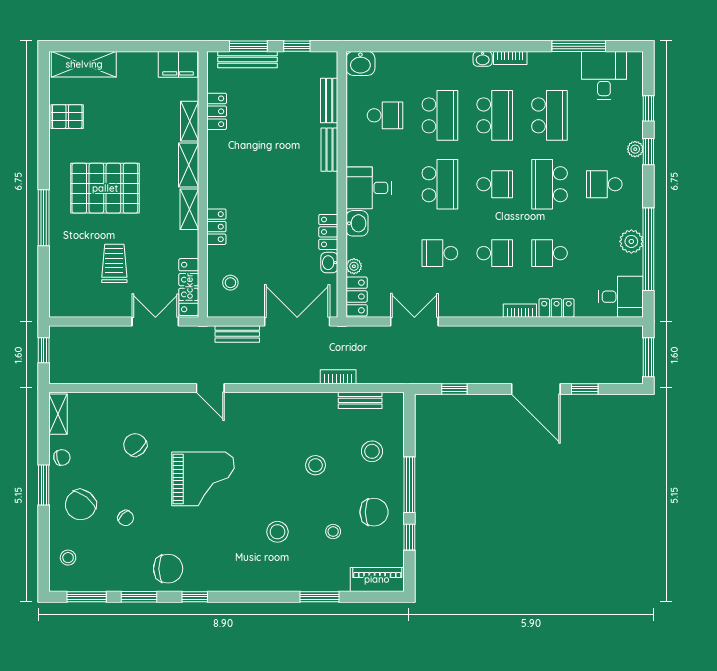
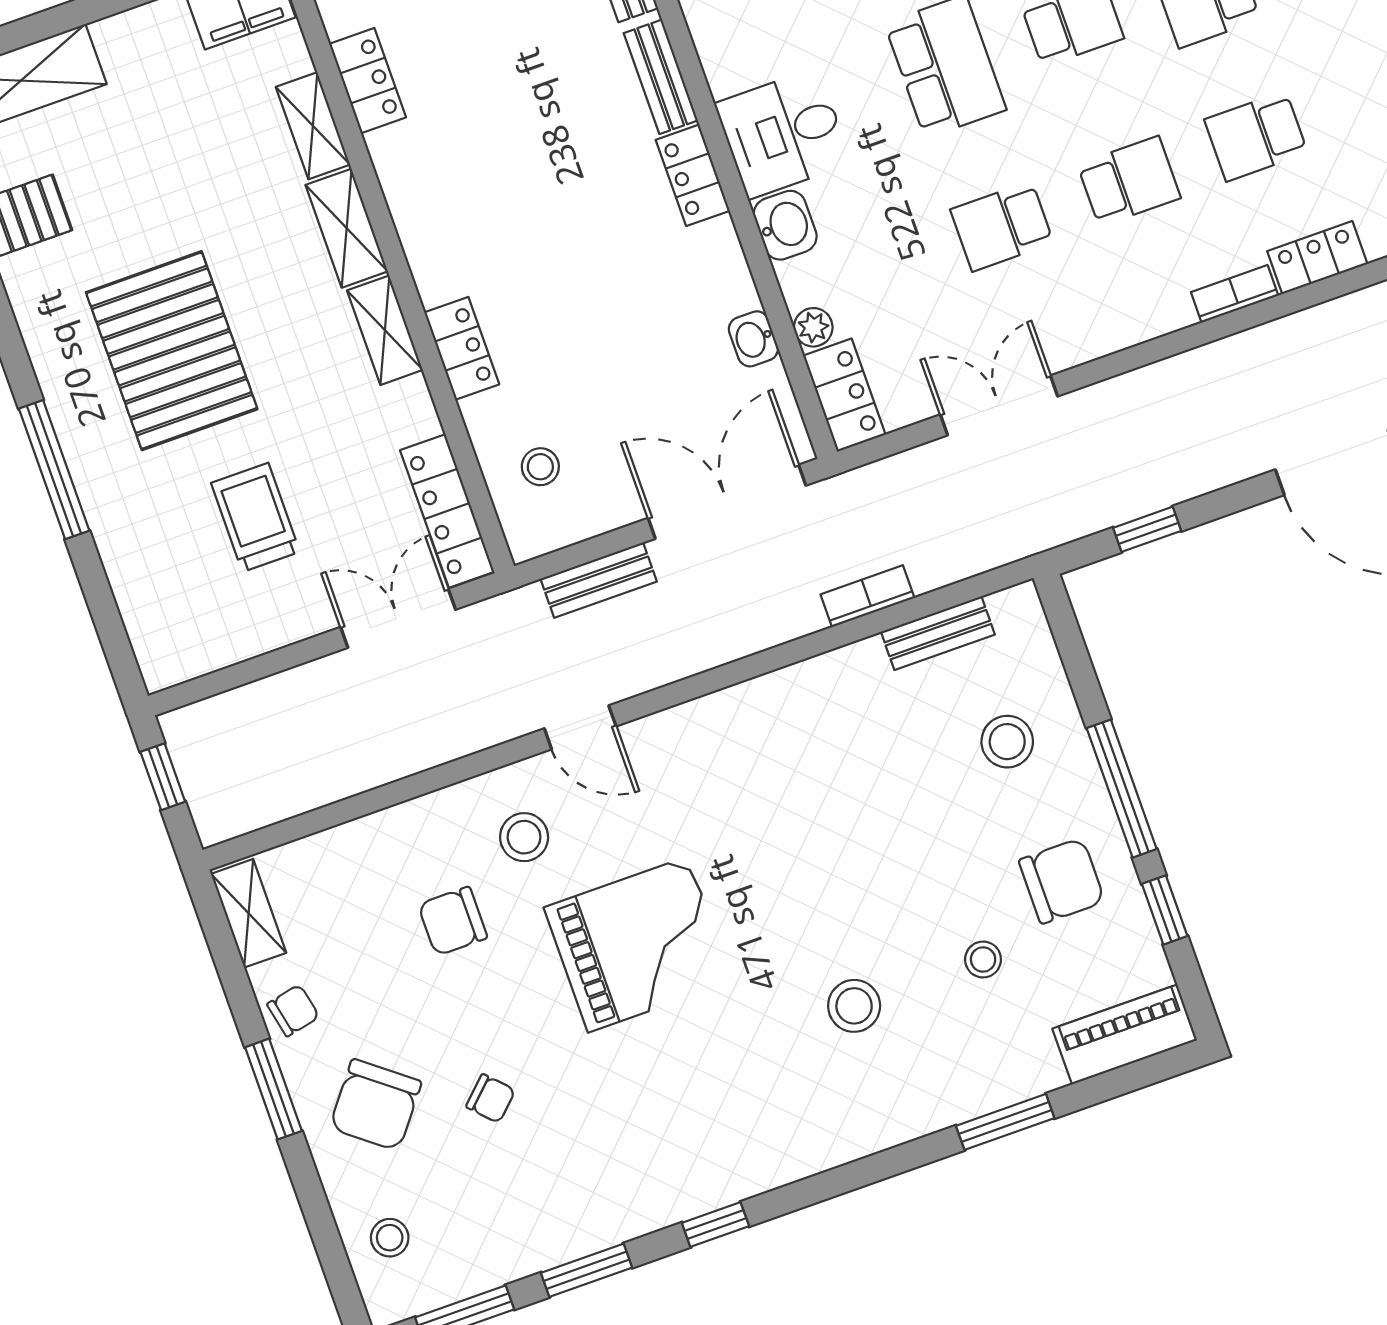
pallet: (105, 188) -> (172, 351), turned 90
locker: (328, 232) -> (693, 175), moved
chair: (135, 445) -> (453, 921), turned -47
stool: (315, 465) -> (524, 837), moved
chair: (168, 569) -> (631, 1181), removed

